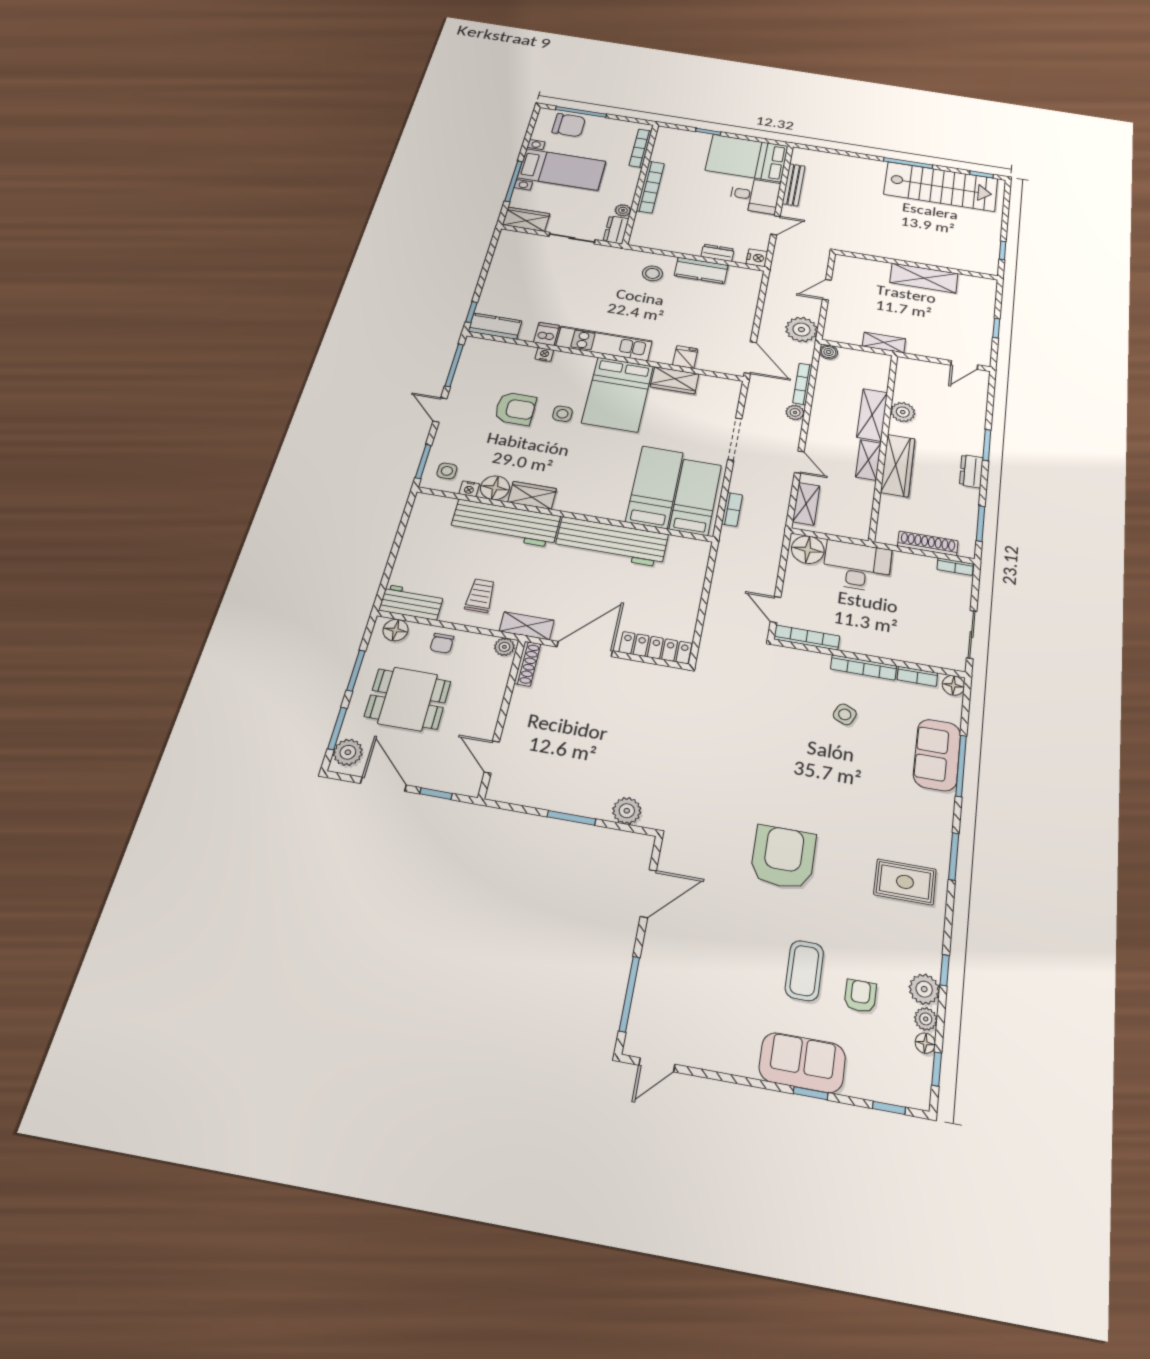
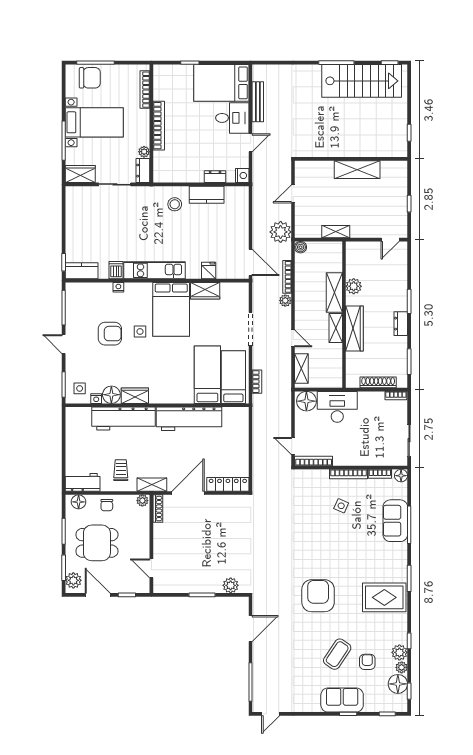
rug: (905, 882) -> (384, 597), width x1.36, depth x1.43
coffee table: (804, 971) -> (337, 654), turned 34
floor lamp: (925, 1043) -> (398, 684), width x1.89, depth x1.89

